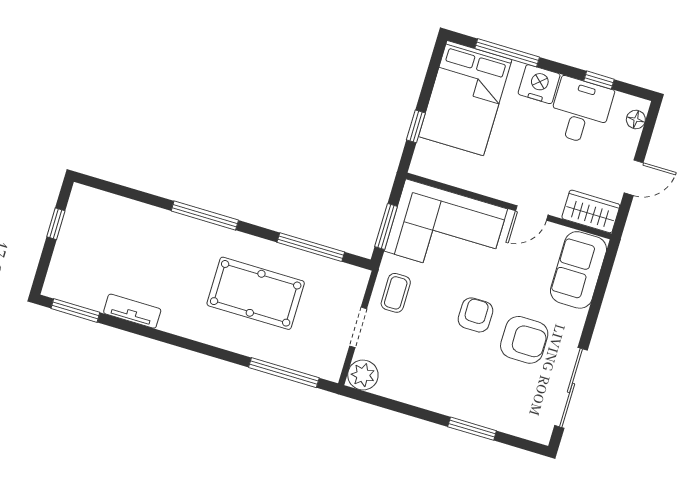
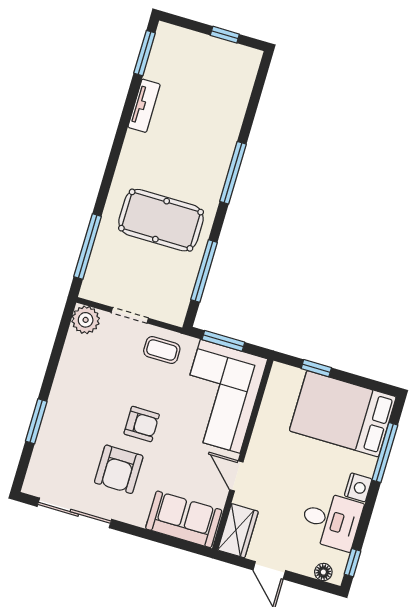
window: (599, 80) -> (352, 563), moved
nightstand: (539, 84) -> (358, 487), width x0.74, depth x0.75
pool table: (256, 293) -> (161, 220), turned 90

